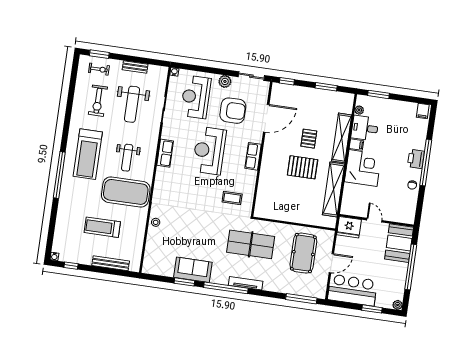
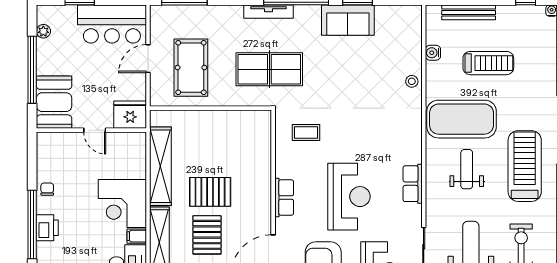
pallet: (309, 139) -> (207, 235), width x1.50, depth x1.42
water cooler: (139, 240) -> (433, 53), added
plant: (398, 305) -> (43, 31), moved

